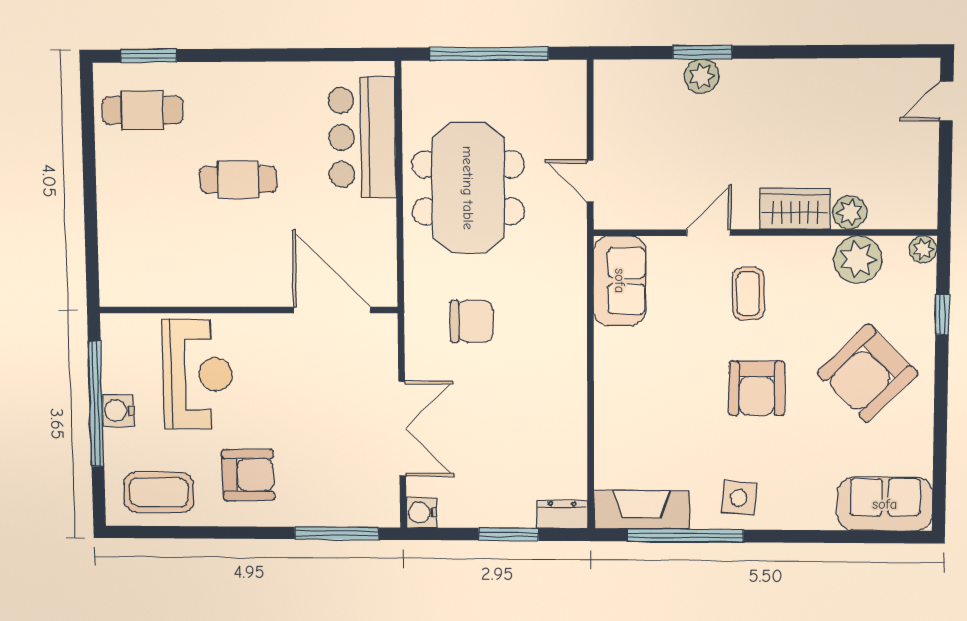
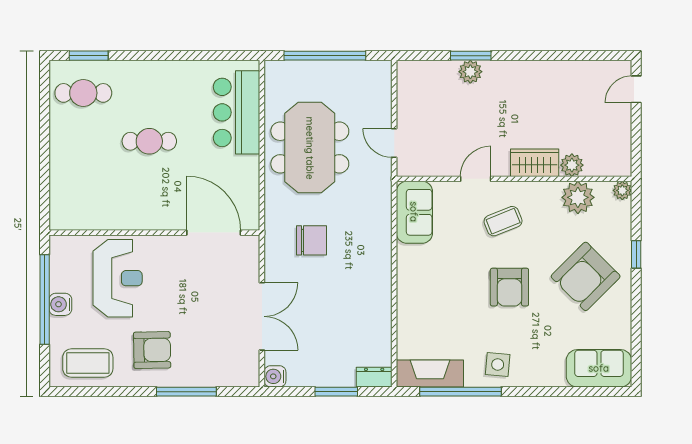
coffee table: (748, 294) -> (503, 221), turned 68
window: (942, 315) -> (636, 254), moved
window: (336, 533) -> (186, 392), moved

